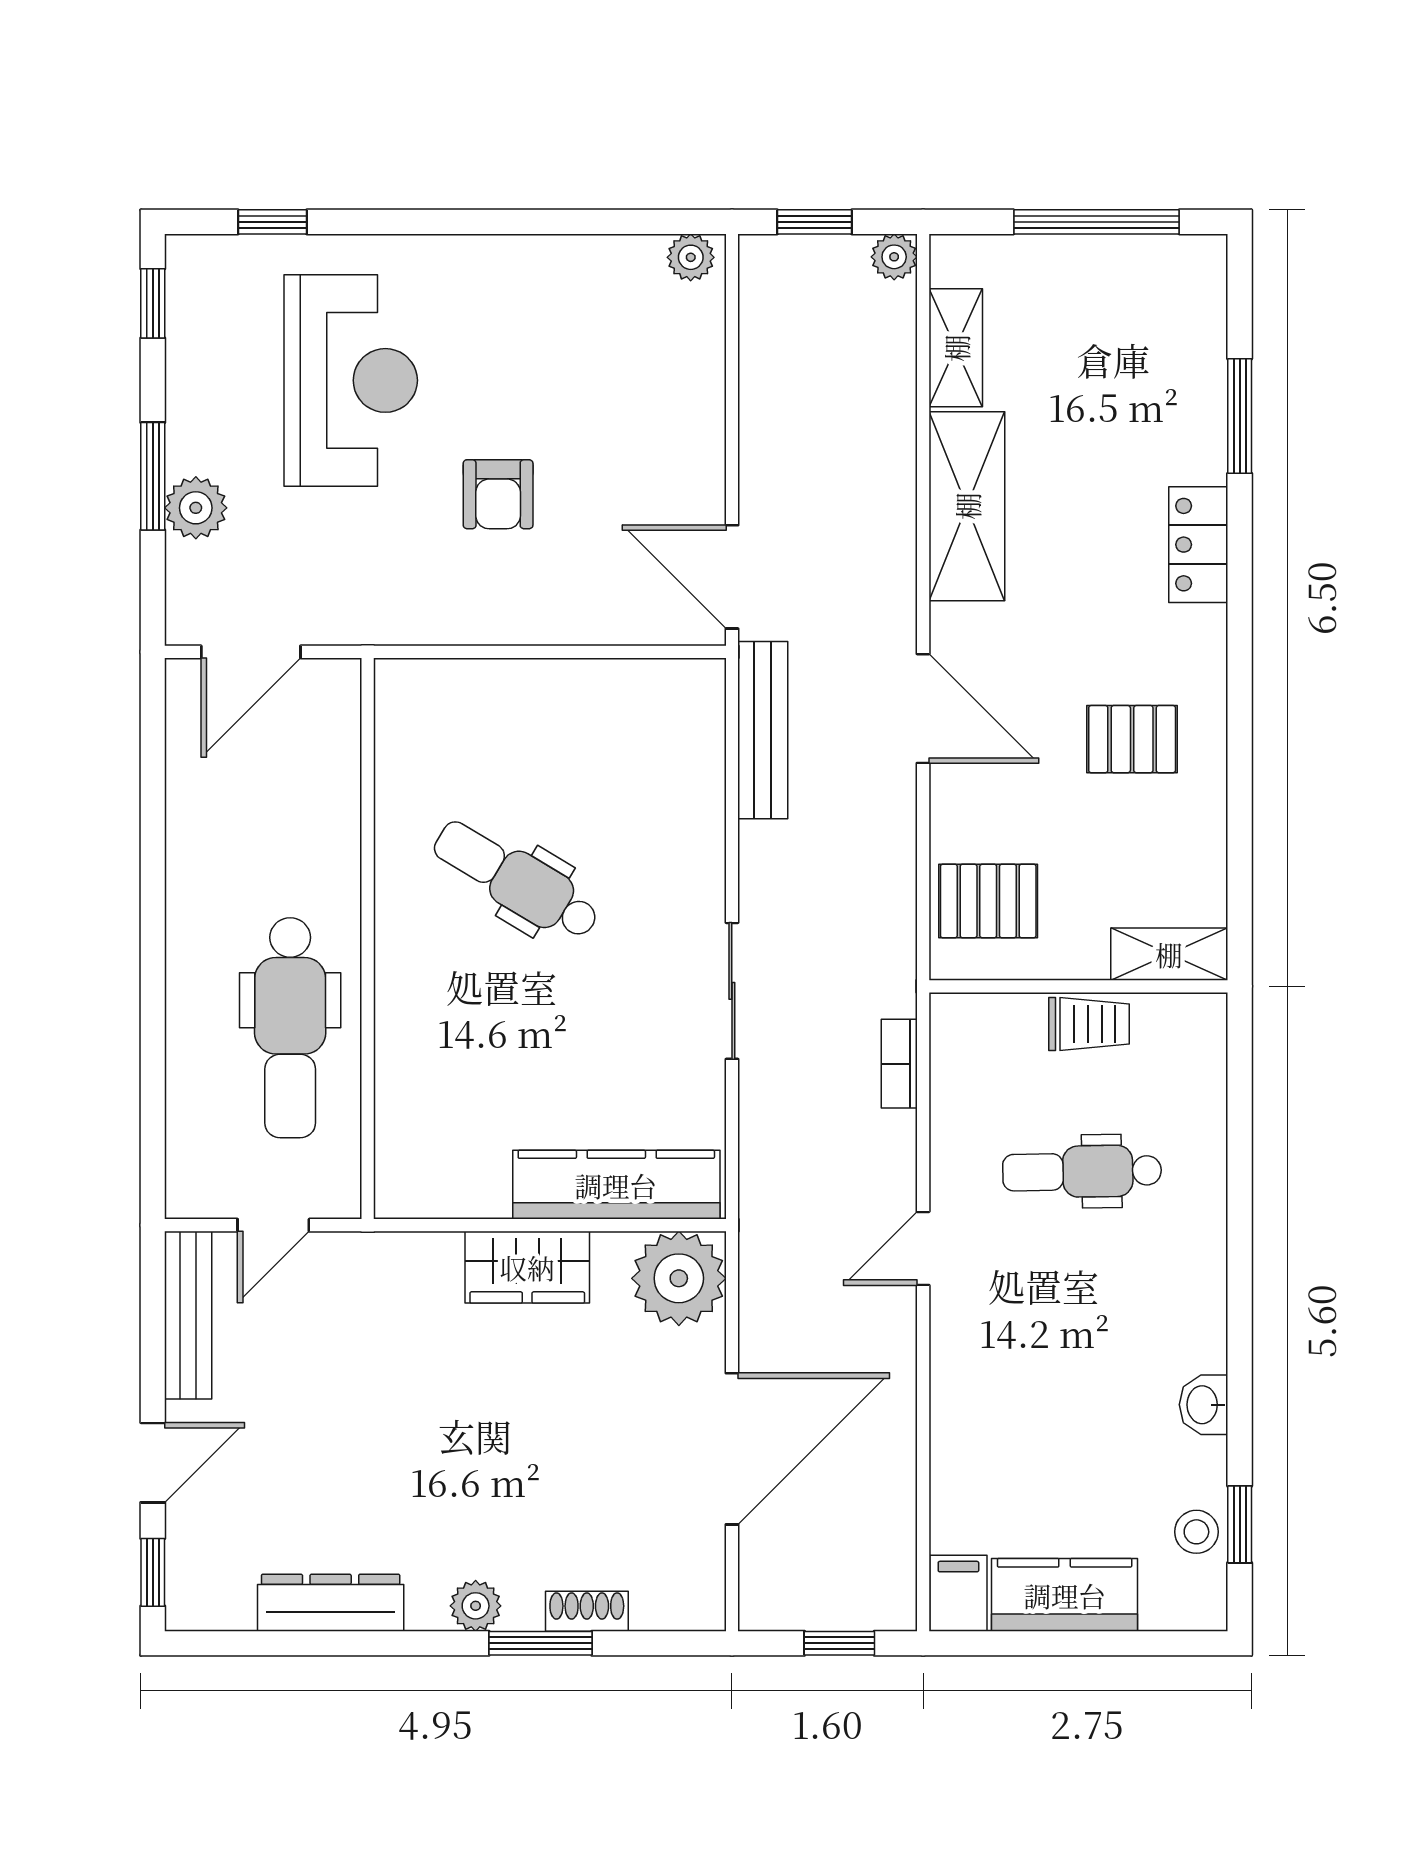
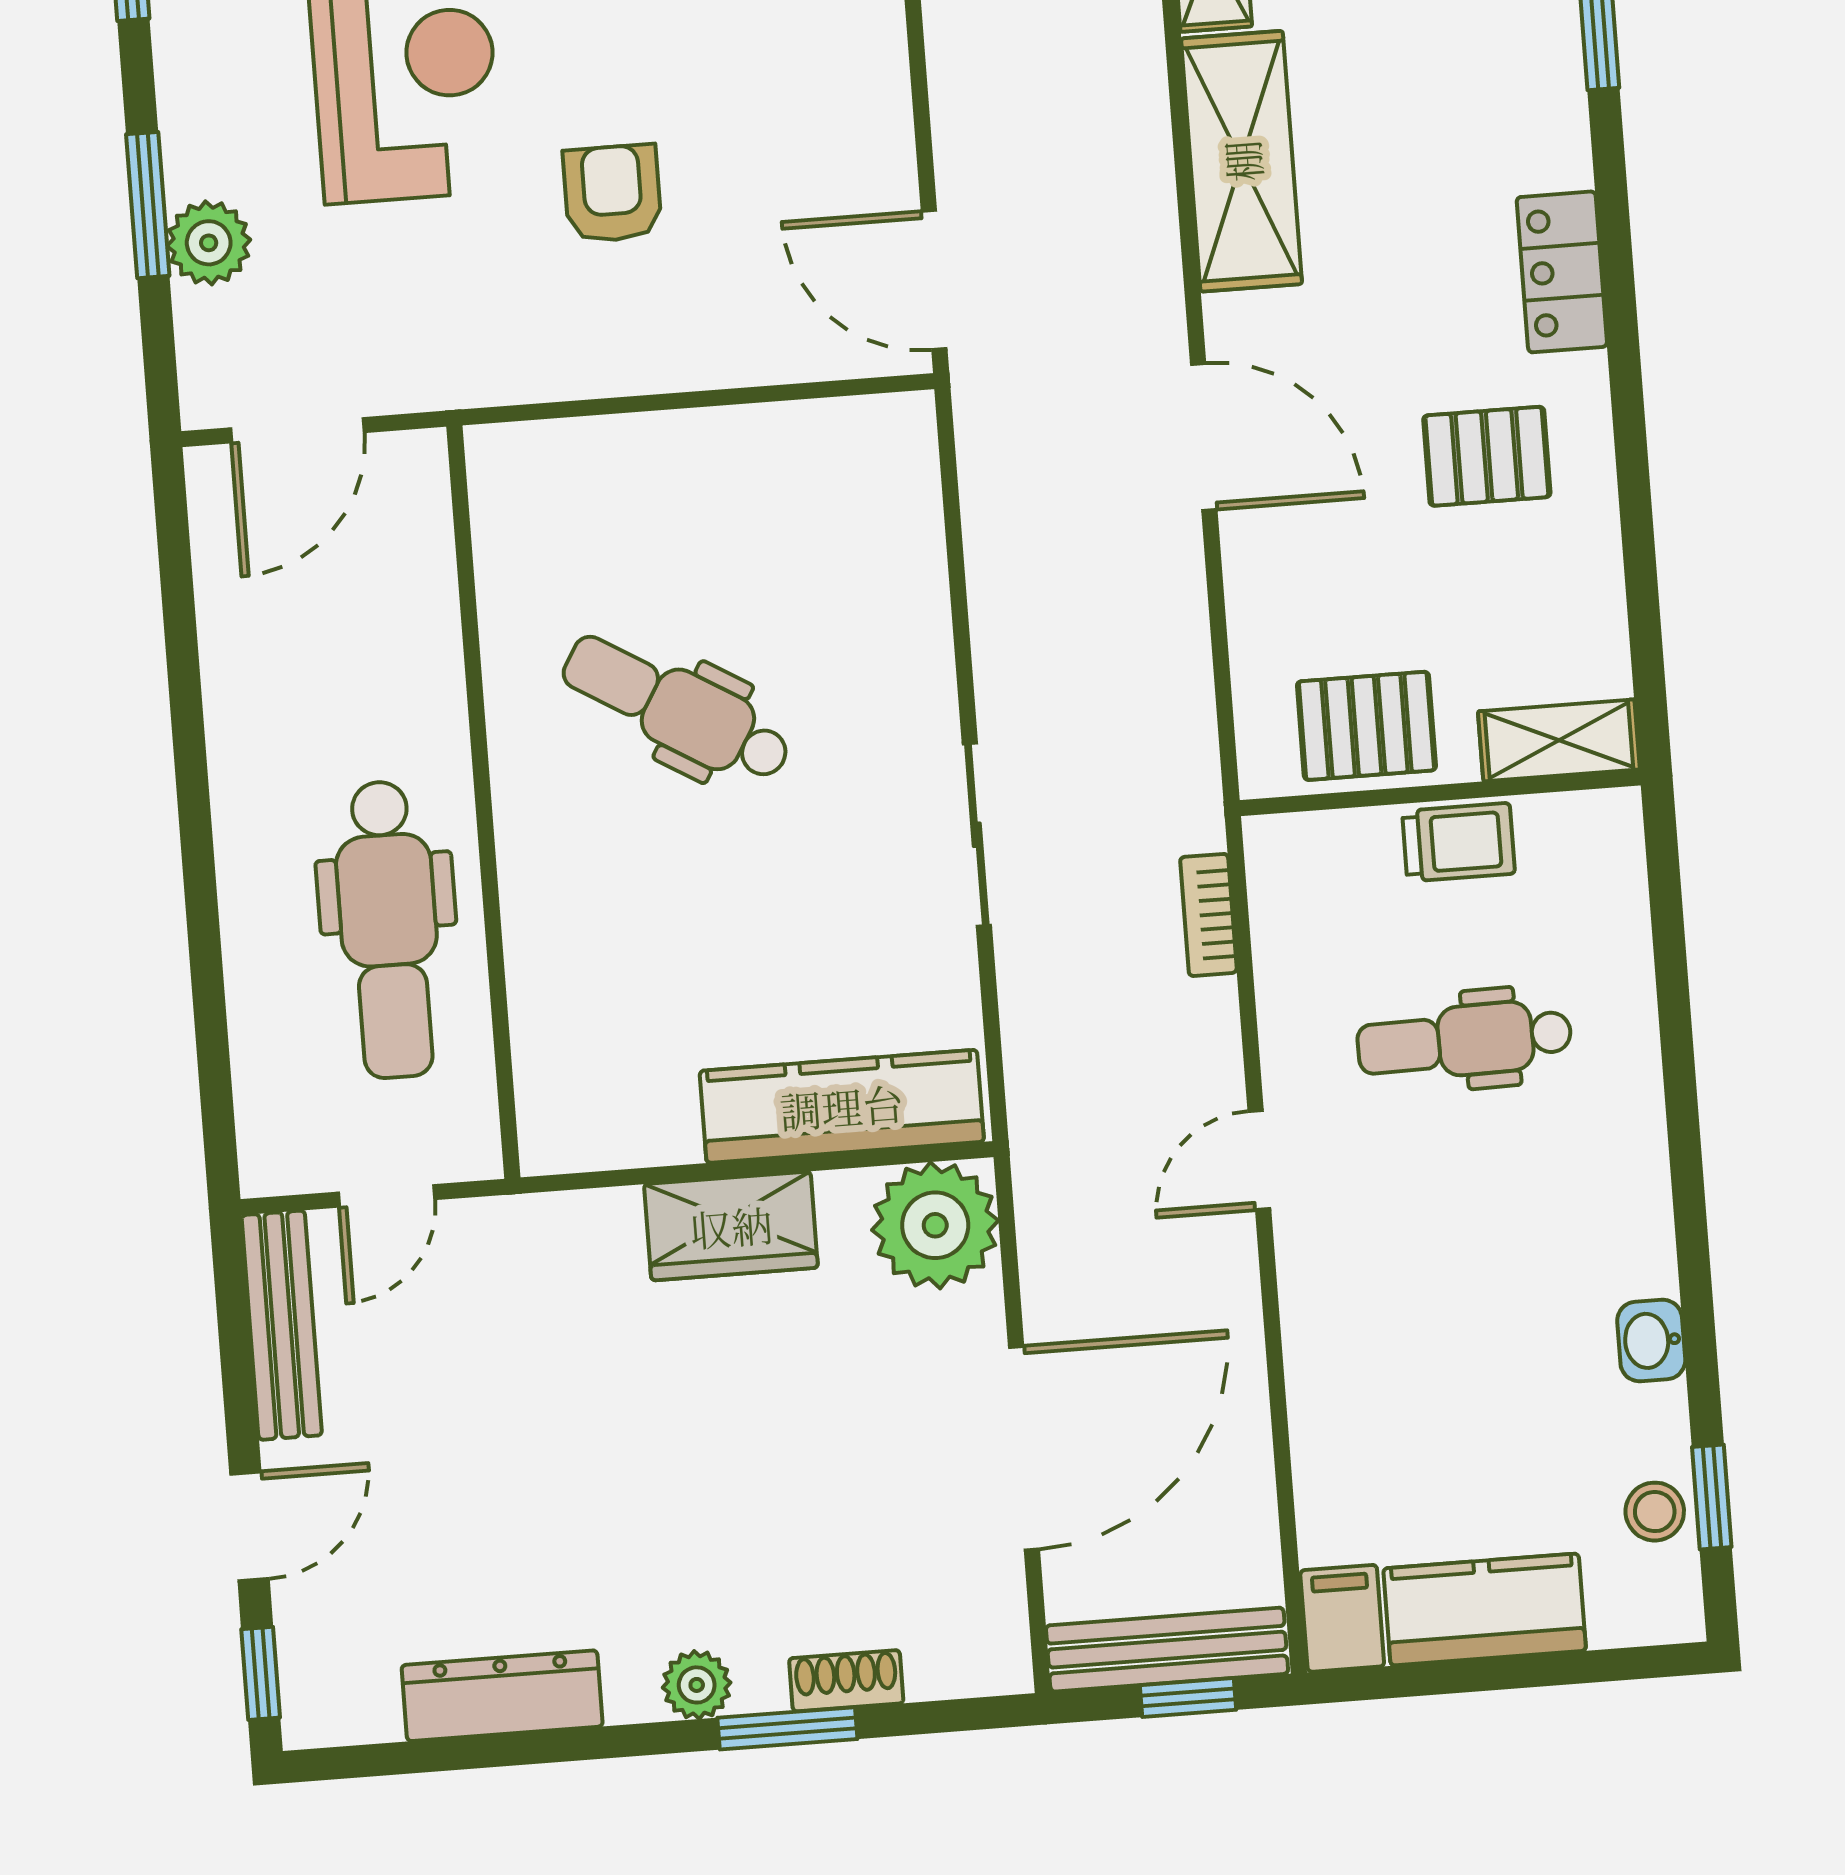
armchair: (498, 494) -> (612, 193), turned 180
locker: (1198, 545) -> (1562, 272), moved
bench: (763, 730) -> (1167, 1650), moved, turned 90
pallet: (988, 901) -> (1366, 726), moved

